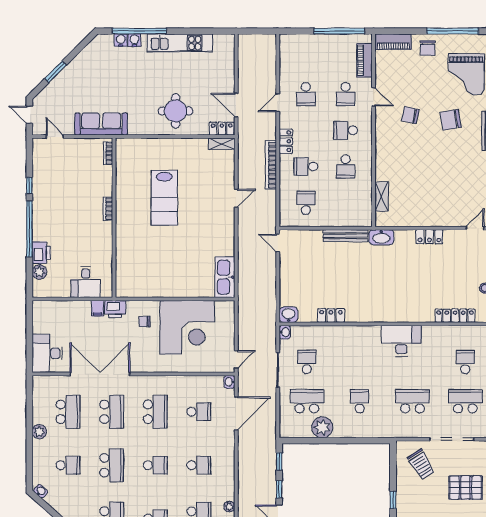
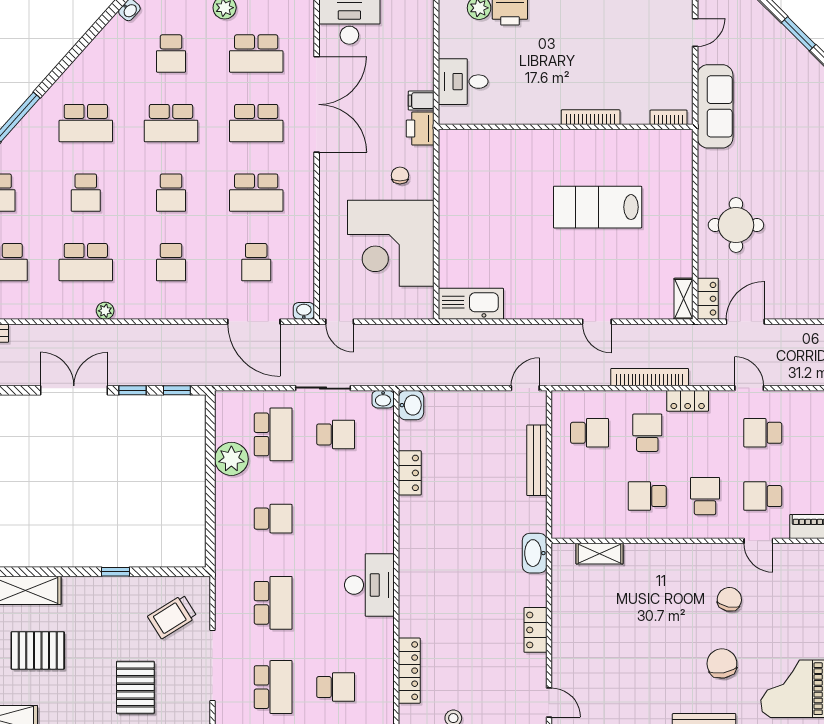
door: (374, 97) -> (758, 541), hinge flipped
bookcase: (108, 209) -> (591, 117), width x1.56
bench: (345, 236) -> (537, 460), moved

